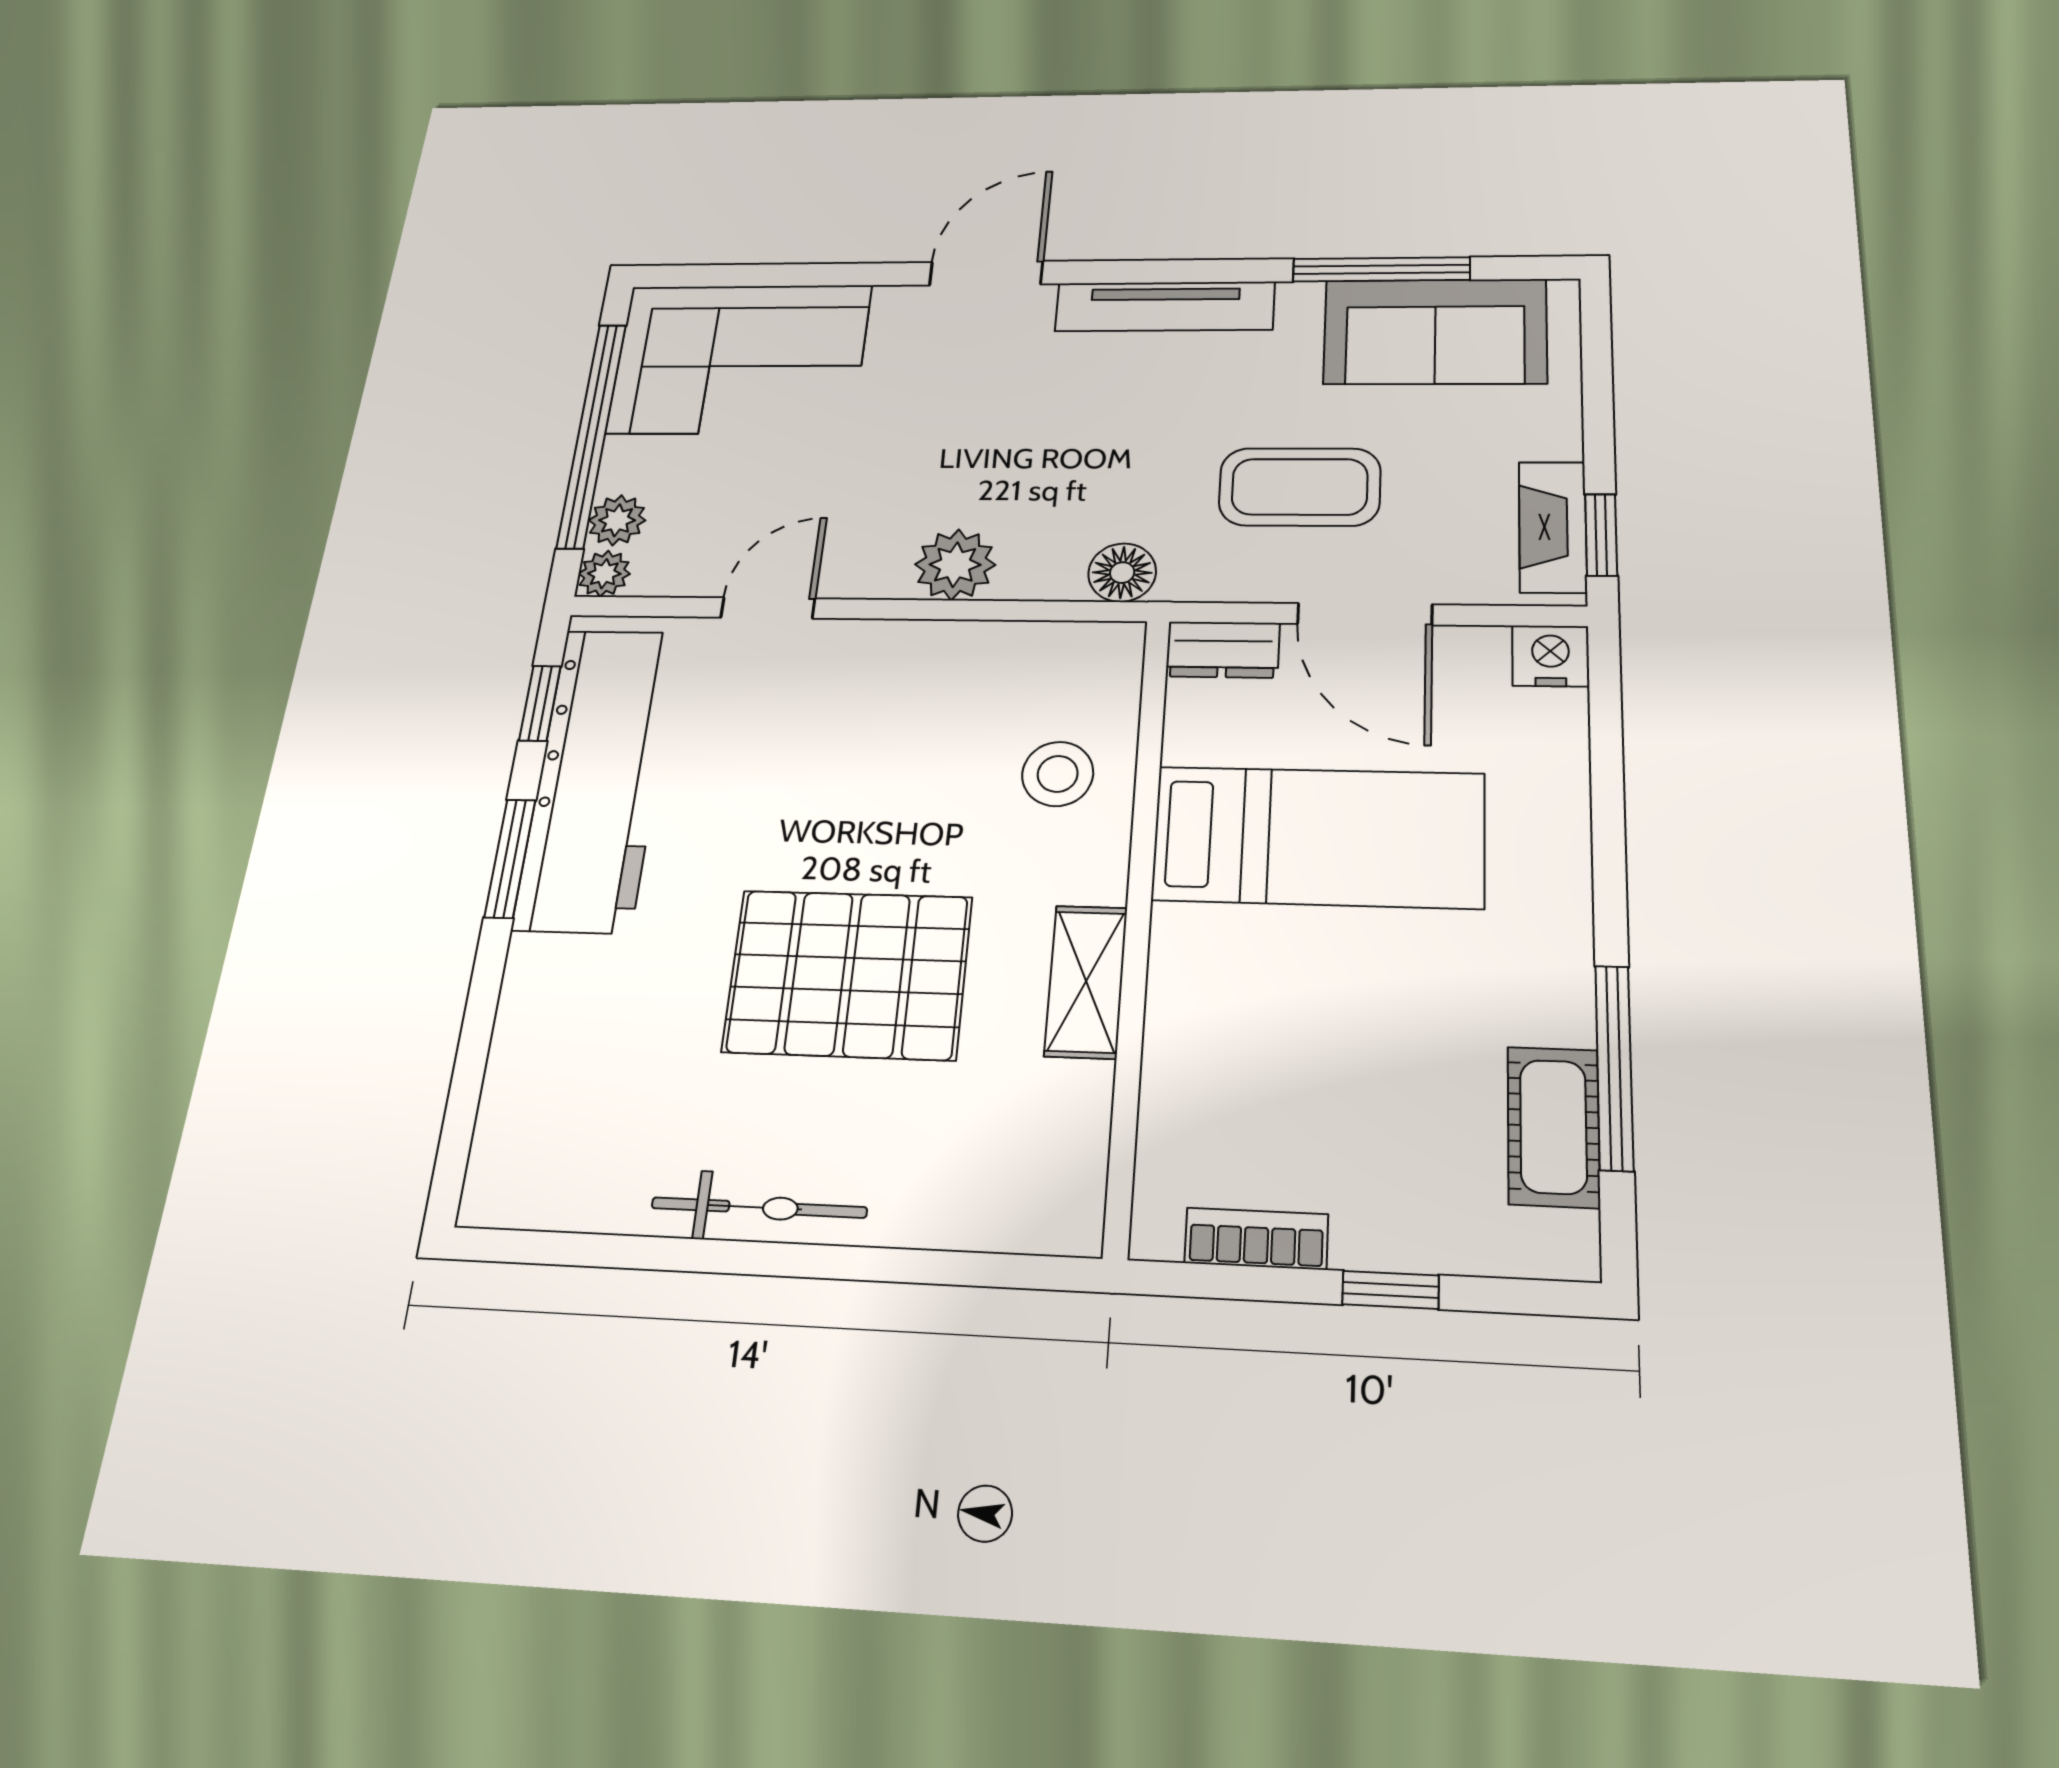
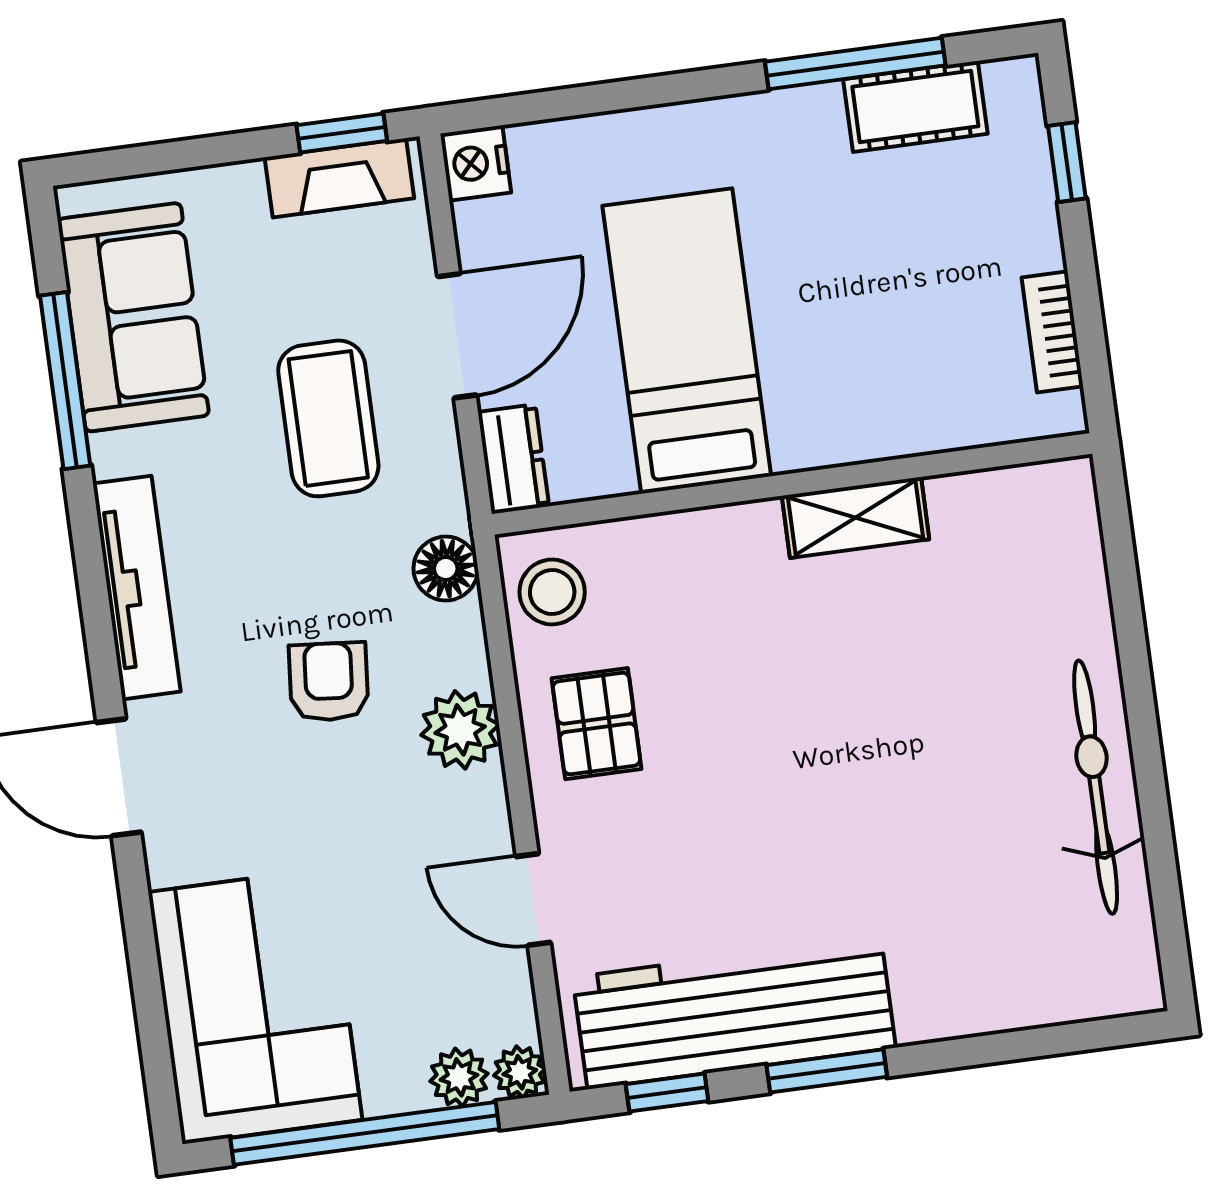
armchair: (1033, 456) -> (329, 682), added
stool: (1058, 774) -> (552, 592), moved
pallet: (848, 974) -> (596, 724), moved, width x0.49, depth x0.50
bicycle: (759, 1208) -> (1096, 787), width x1.37, depth x1.40
window: (1391, 1290) -> (1067, 162), moved

